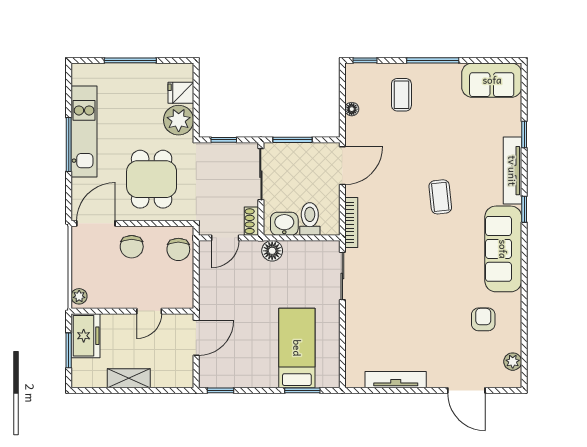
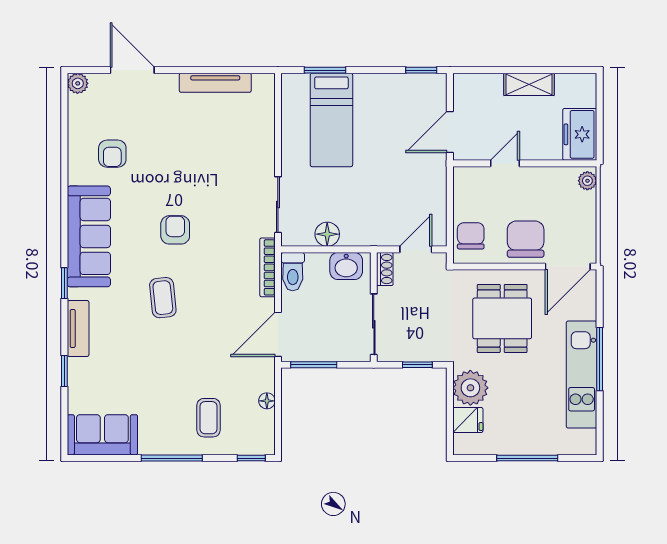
window: (292, 140) -> (314, 365), moved
tv unit: (512, 171) -> (78, 328), width x0.71
toilet: (310, 219) -> (293, 272), moved
chair: (132, 247) -> (526, 239), width x1.37, depth x1.37
floor lamp: (272, 251) -> (327, 234), moved
armchair: (430, 254) -> (175, 230), added
window: (69, 350) -> (600, 117), removed
plant: (513, 362) -> (78, 83), moved

